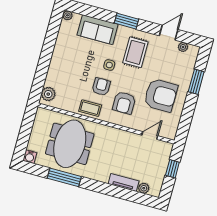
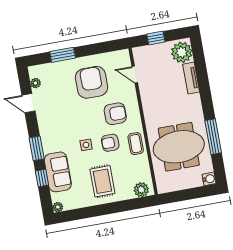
window: (99, 14) -> (42, 178), added
rug: (135, 52) -> (102, 181), moved, turned 90
plant: (144, 188) -> (182, 52), width x1.87, depth x1.87

